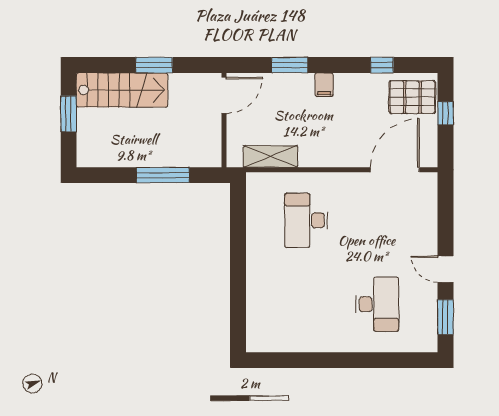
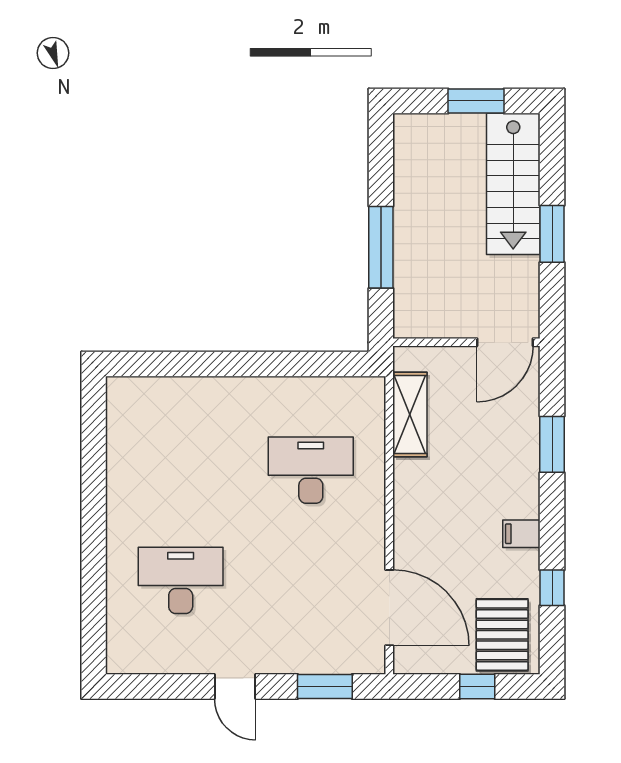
filing cabinet: (324, 85) -> (521, 534), moved
door: (224, 95) -> (505, 342), hinge flipped
door: (446, 269) -> (235, 686), swing flipped
desk: (377, 304) -> (181, 580), turned 180
window: (446, 317) -> (325, 686), moved

